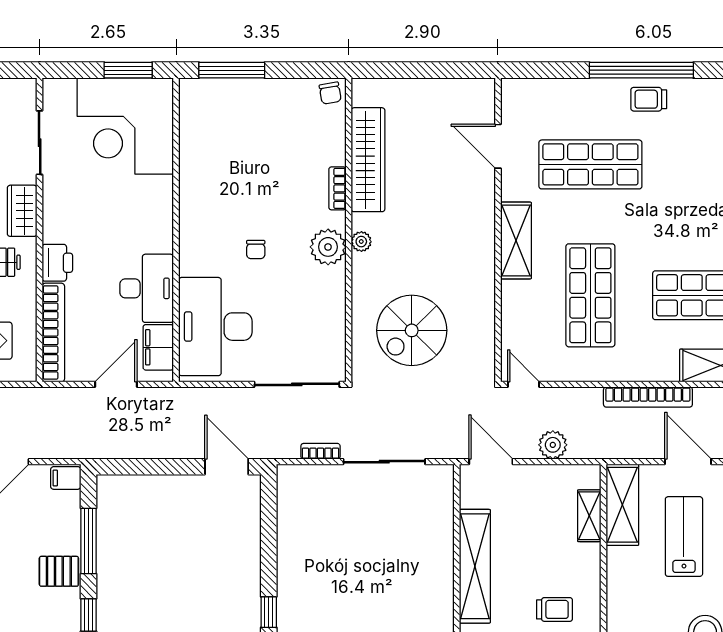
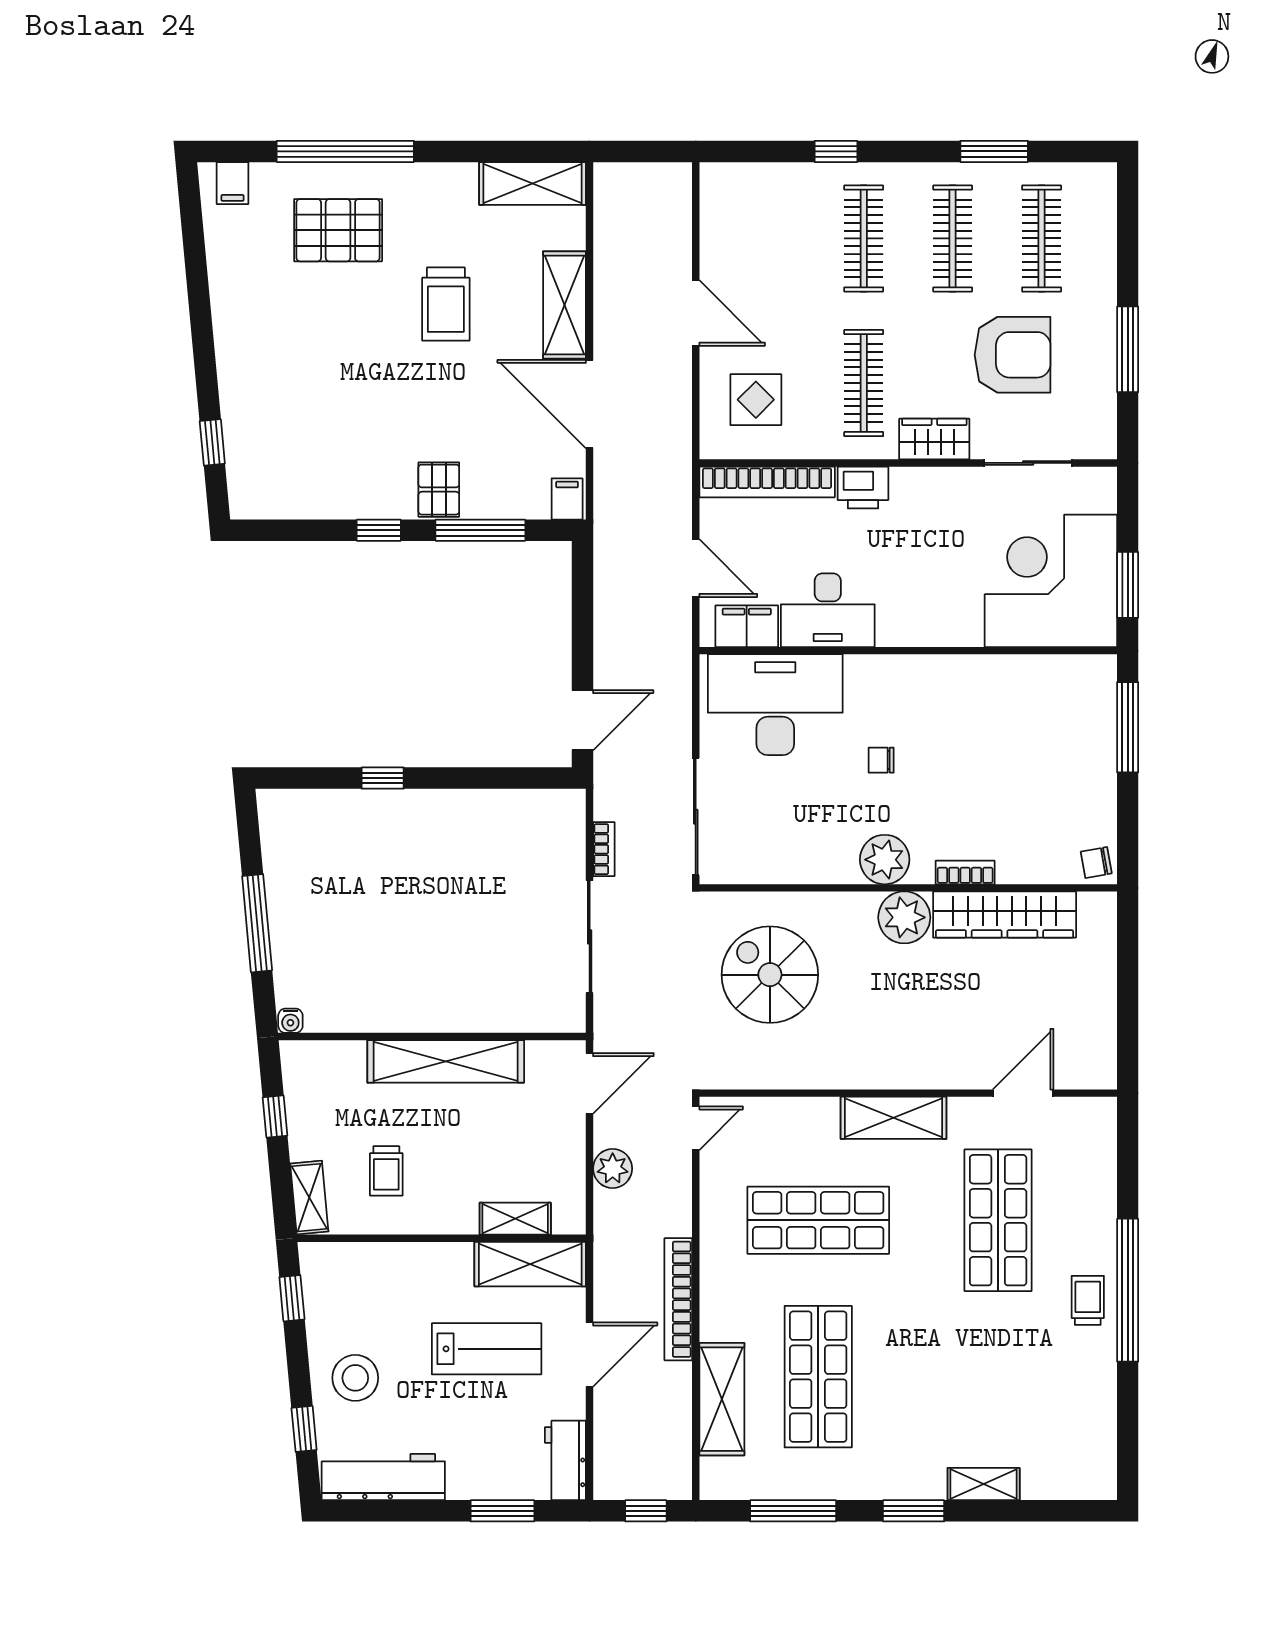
plant: (361, 242) -> (904, 917), width x1.88, depth x1.88

